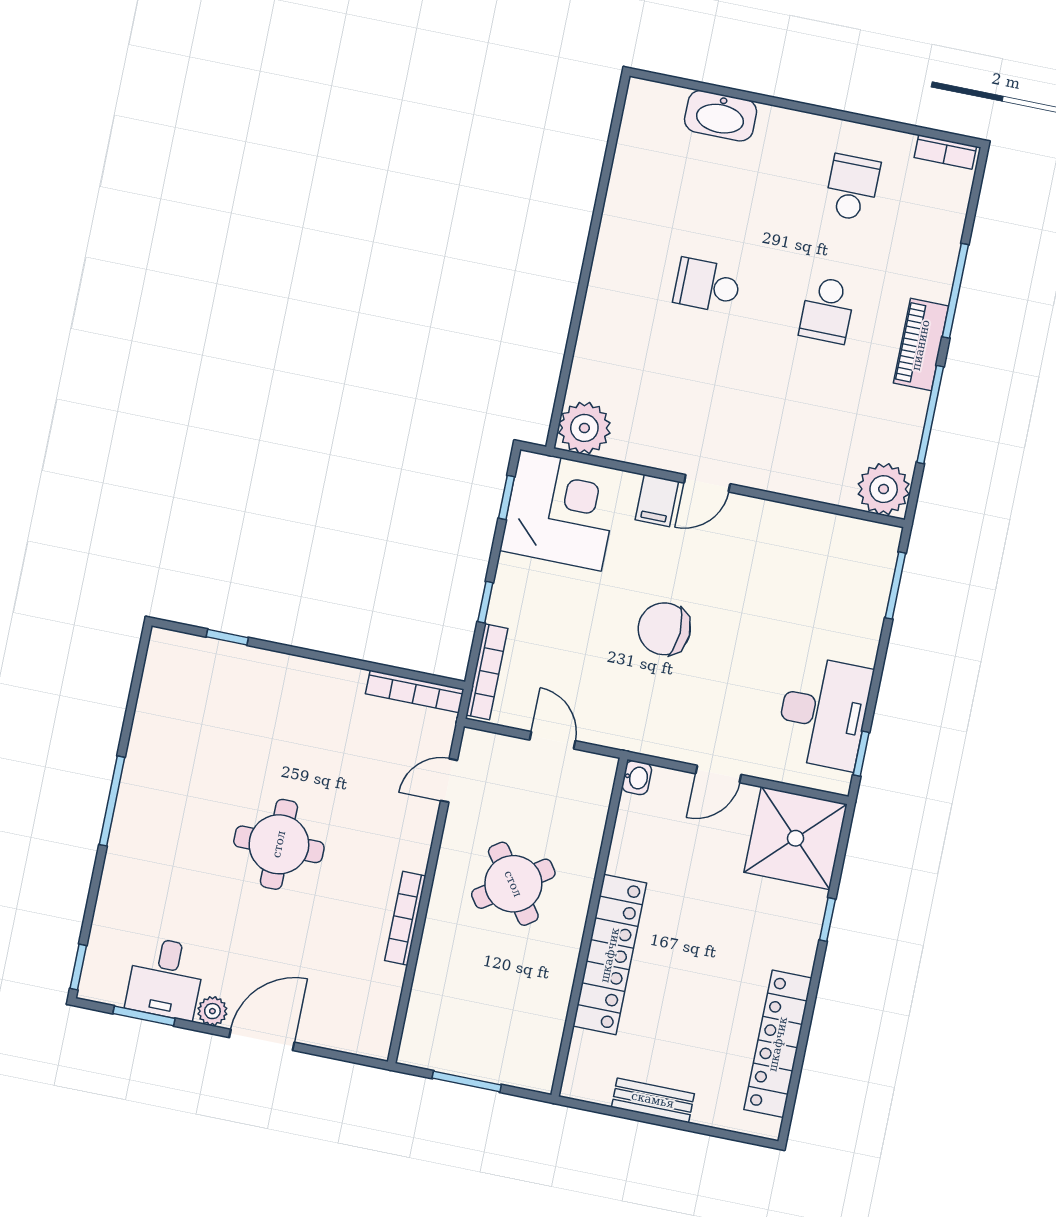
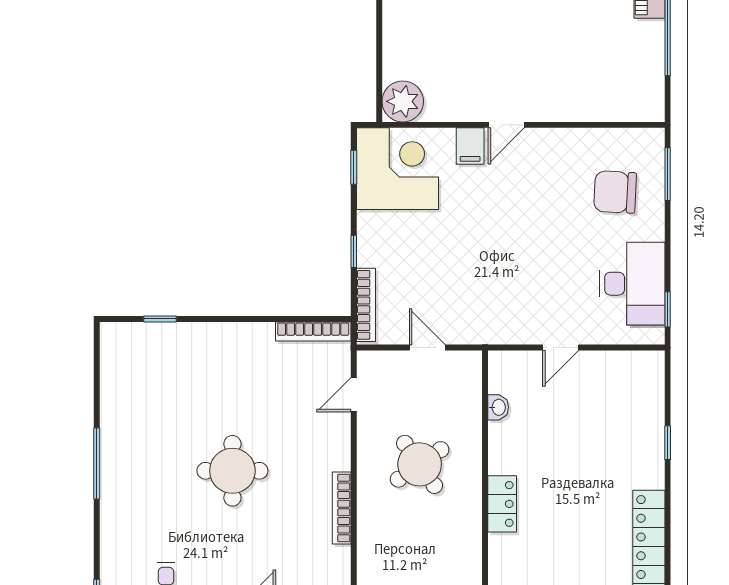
plant: (884, 489) -> (643, 102), removed
chair: (664, 629) -> (615, 192), moved
washbasin: (637, 778) -> (498, 407), moved
shower: (796, 838) -> (630, 385), removed
locker: (610, 955) -> (502, 504), width x0.46, depth x0.83

